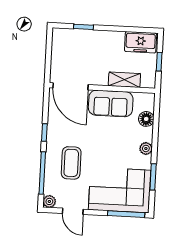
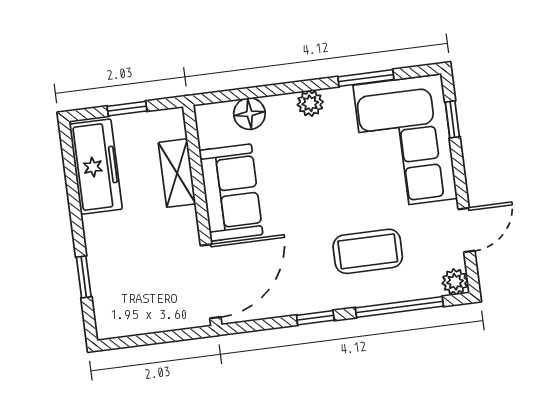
freezer: (141, 42) -> (96, 167), width x1.40
window: (126, 214) -> (452, 119), width x0.46

